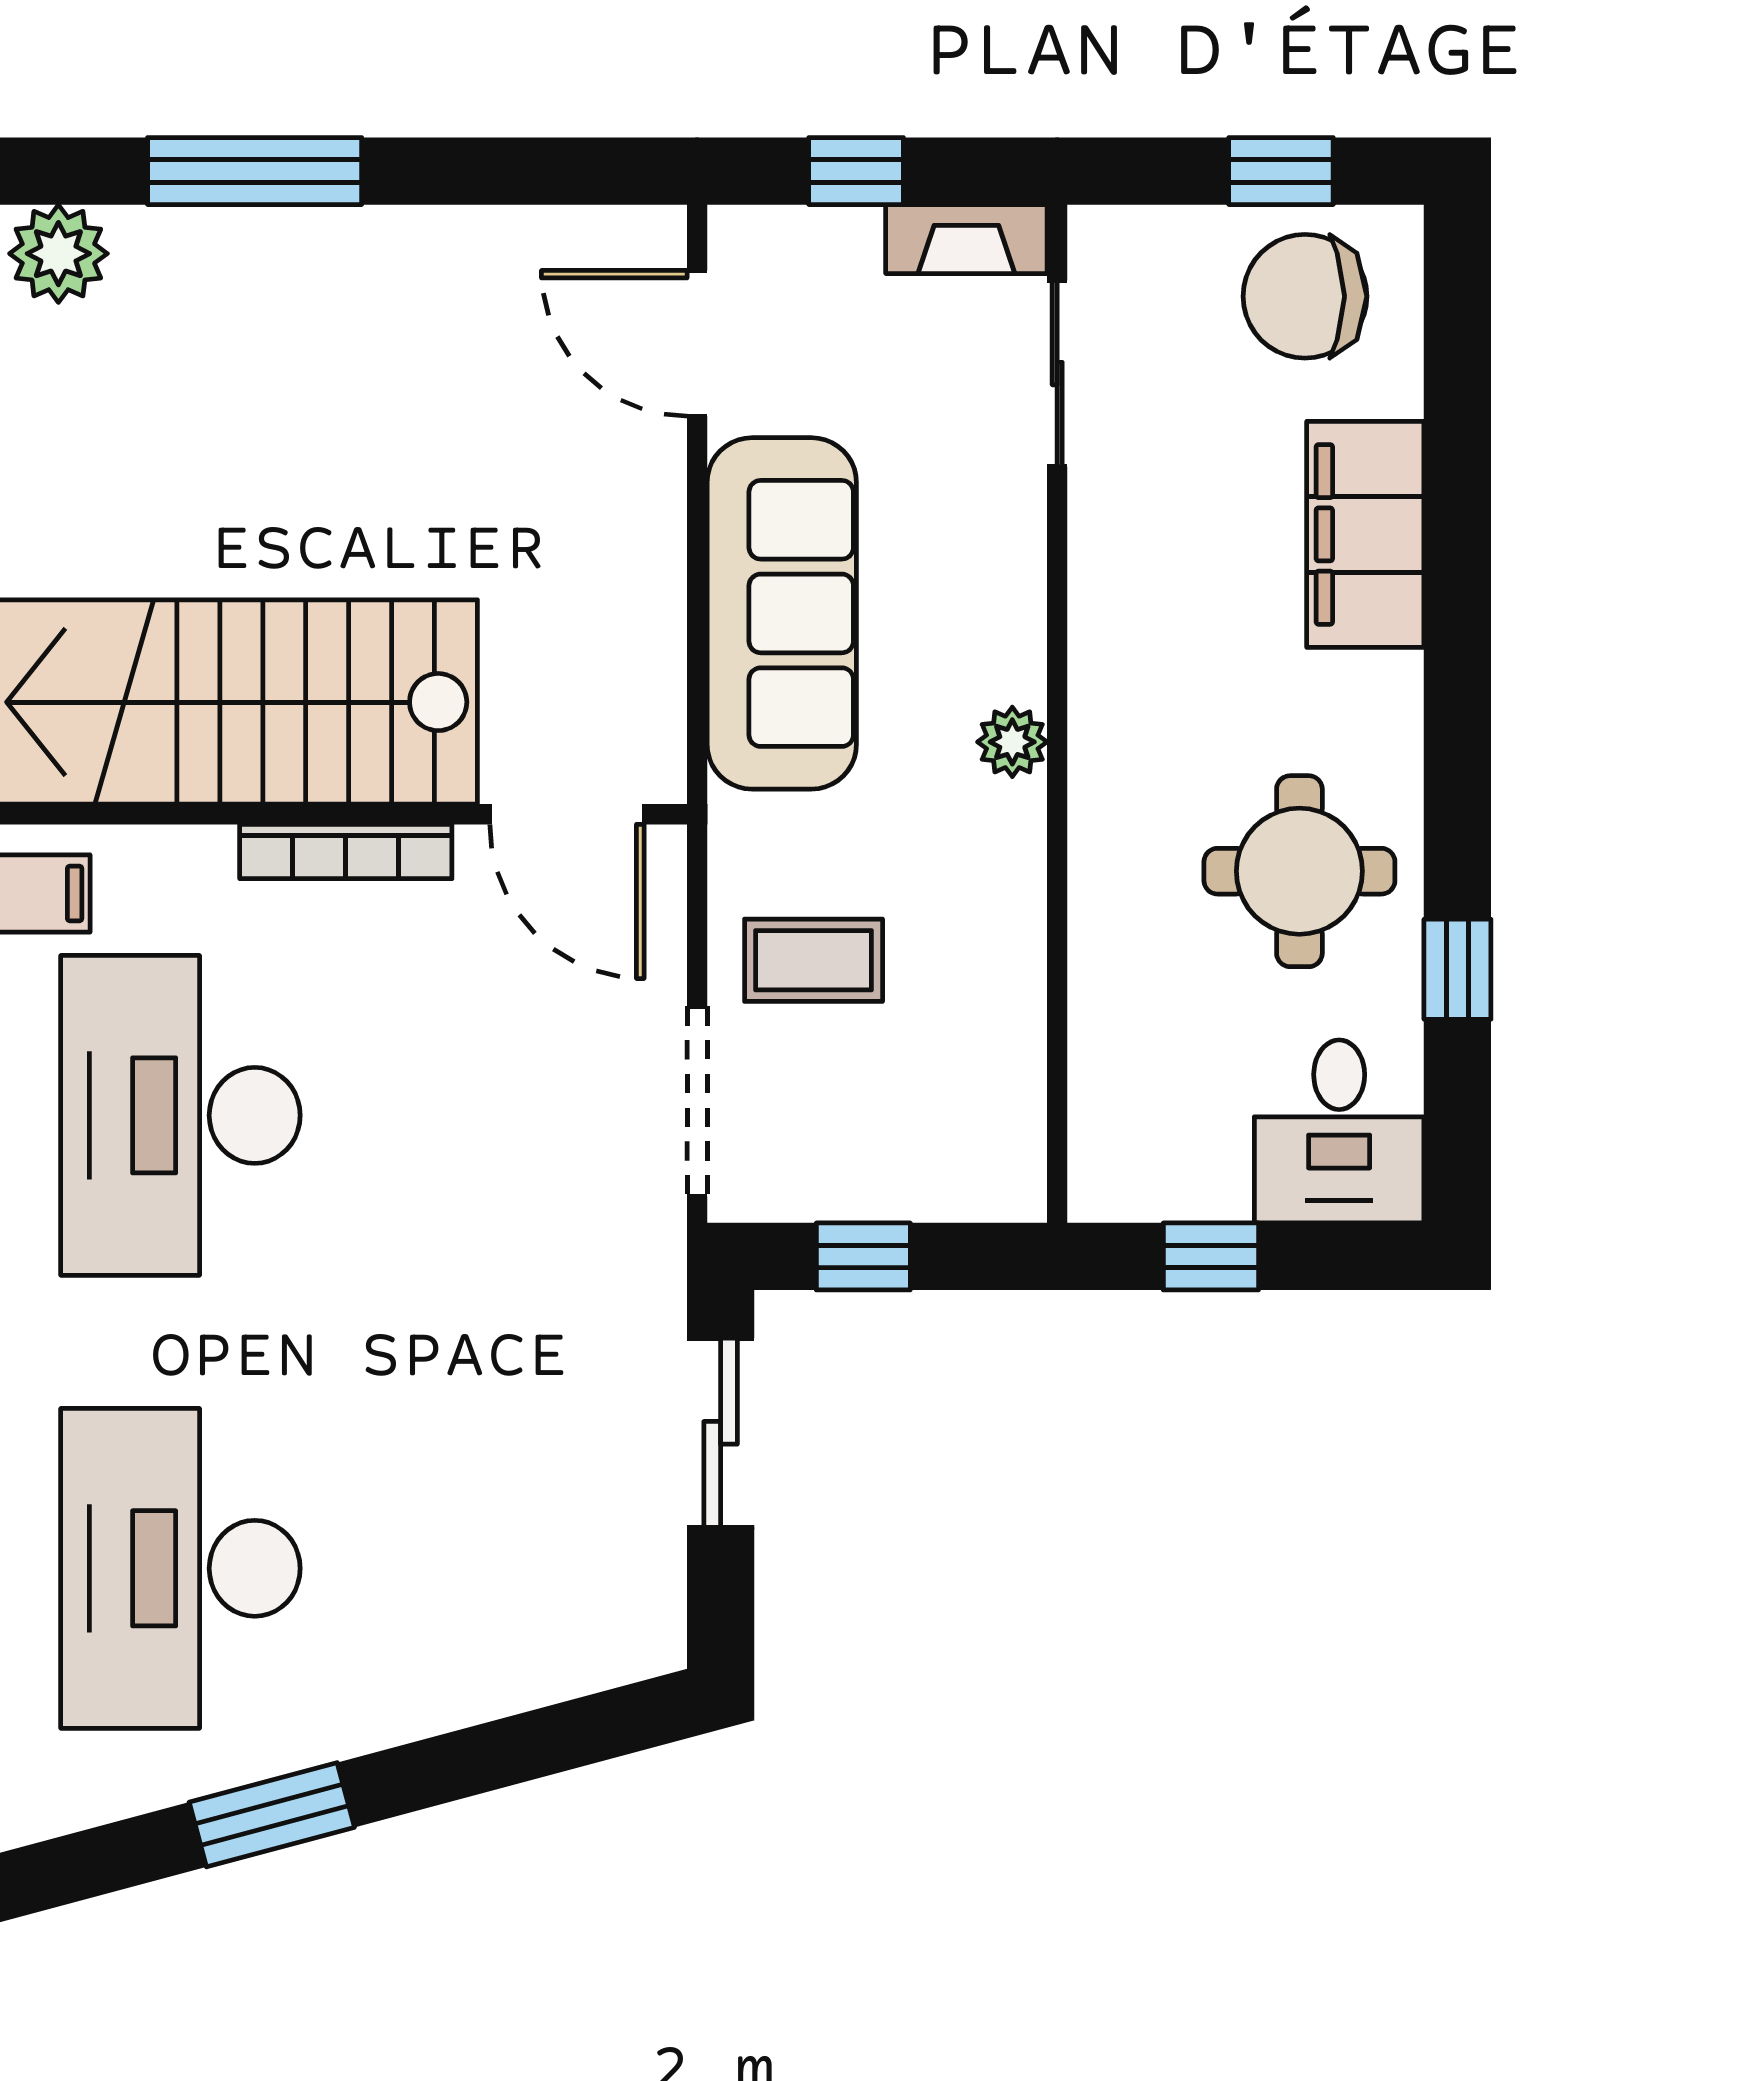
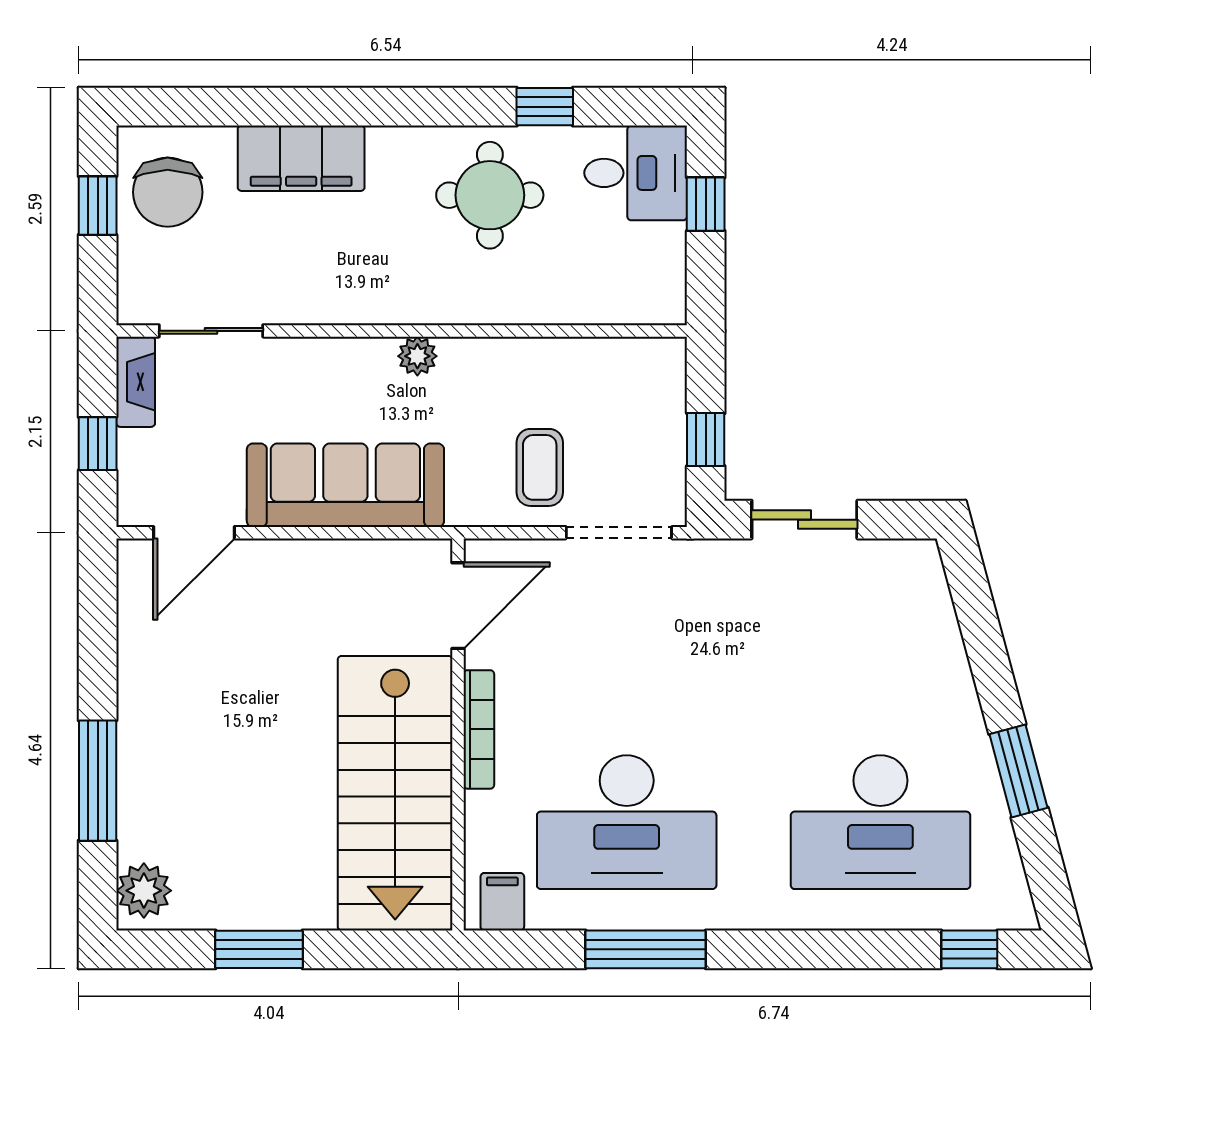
window: (1211, 1256) -> (706, 204), moved

